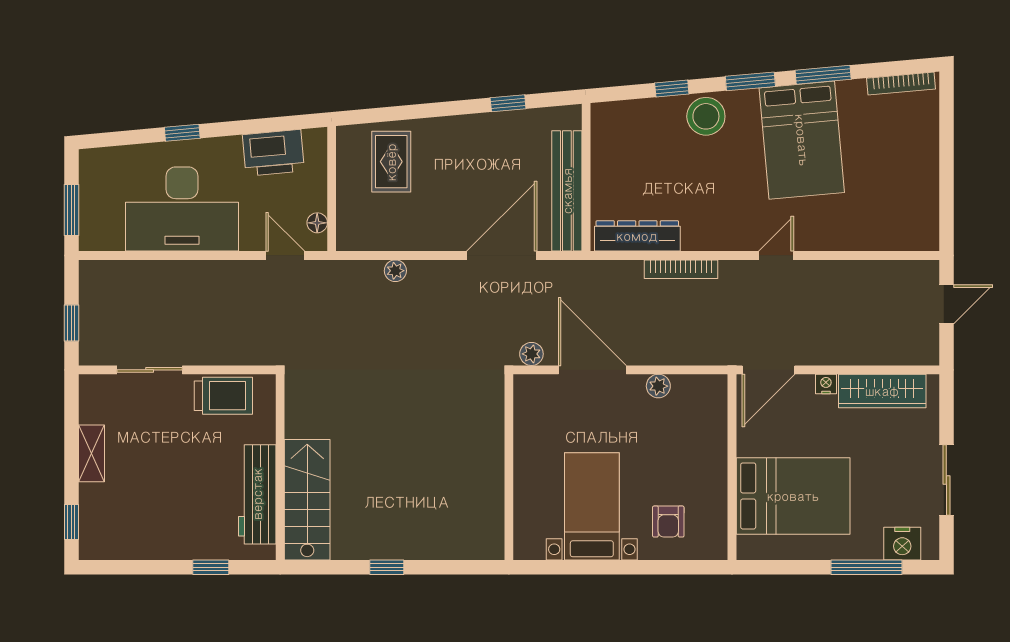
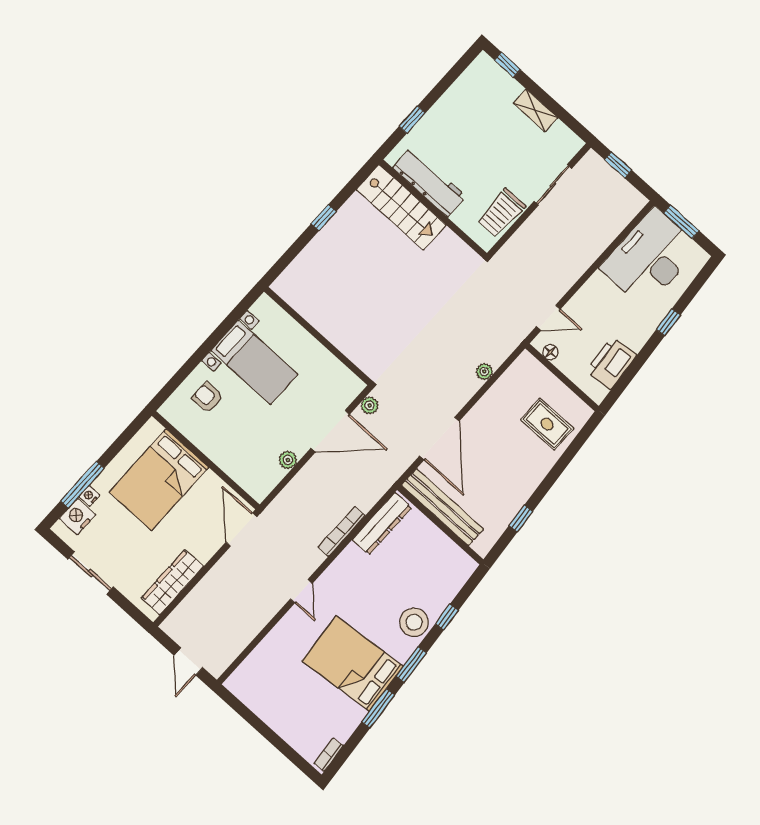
bookcase: (901, 84) -> (329, 755), width x0.64
desk: (182, 209) -> (650, 258), moved
nightstand: (826, 384) -> (89, 496), moved, turned 180

